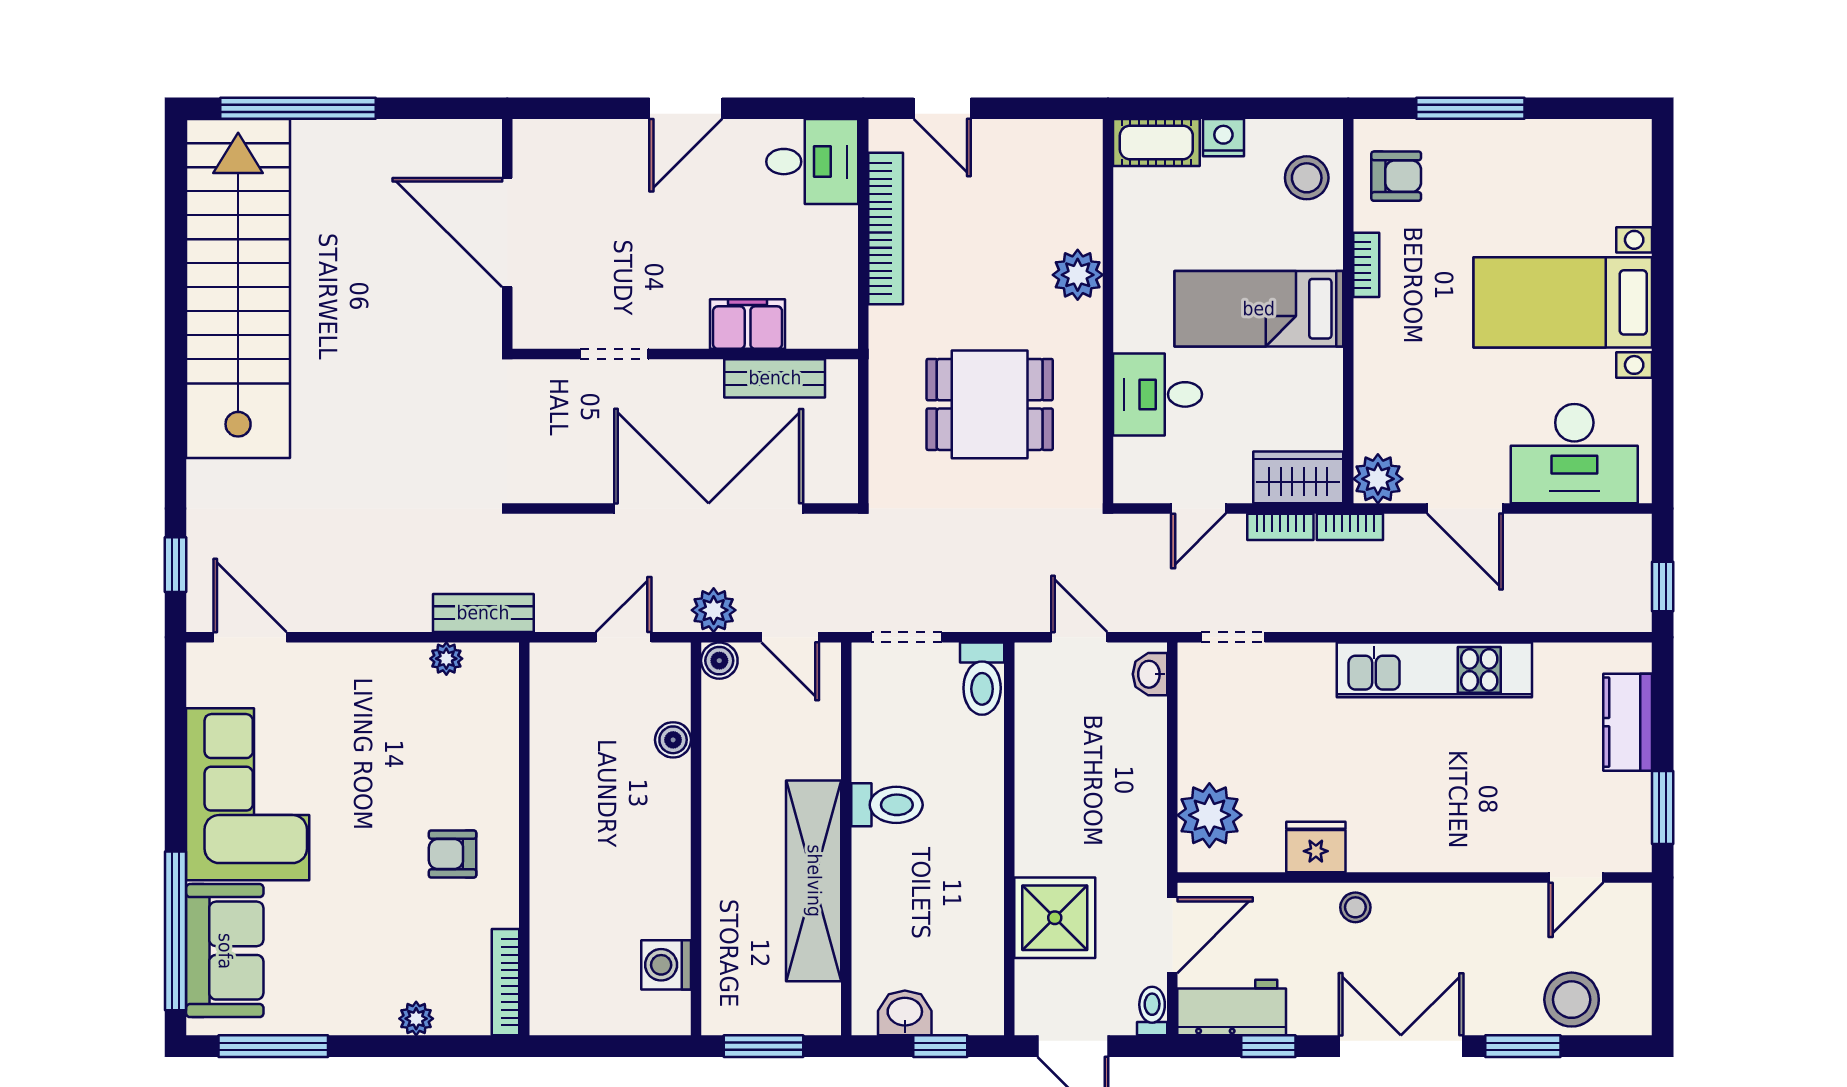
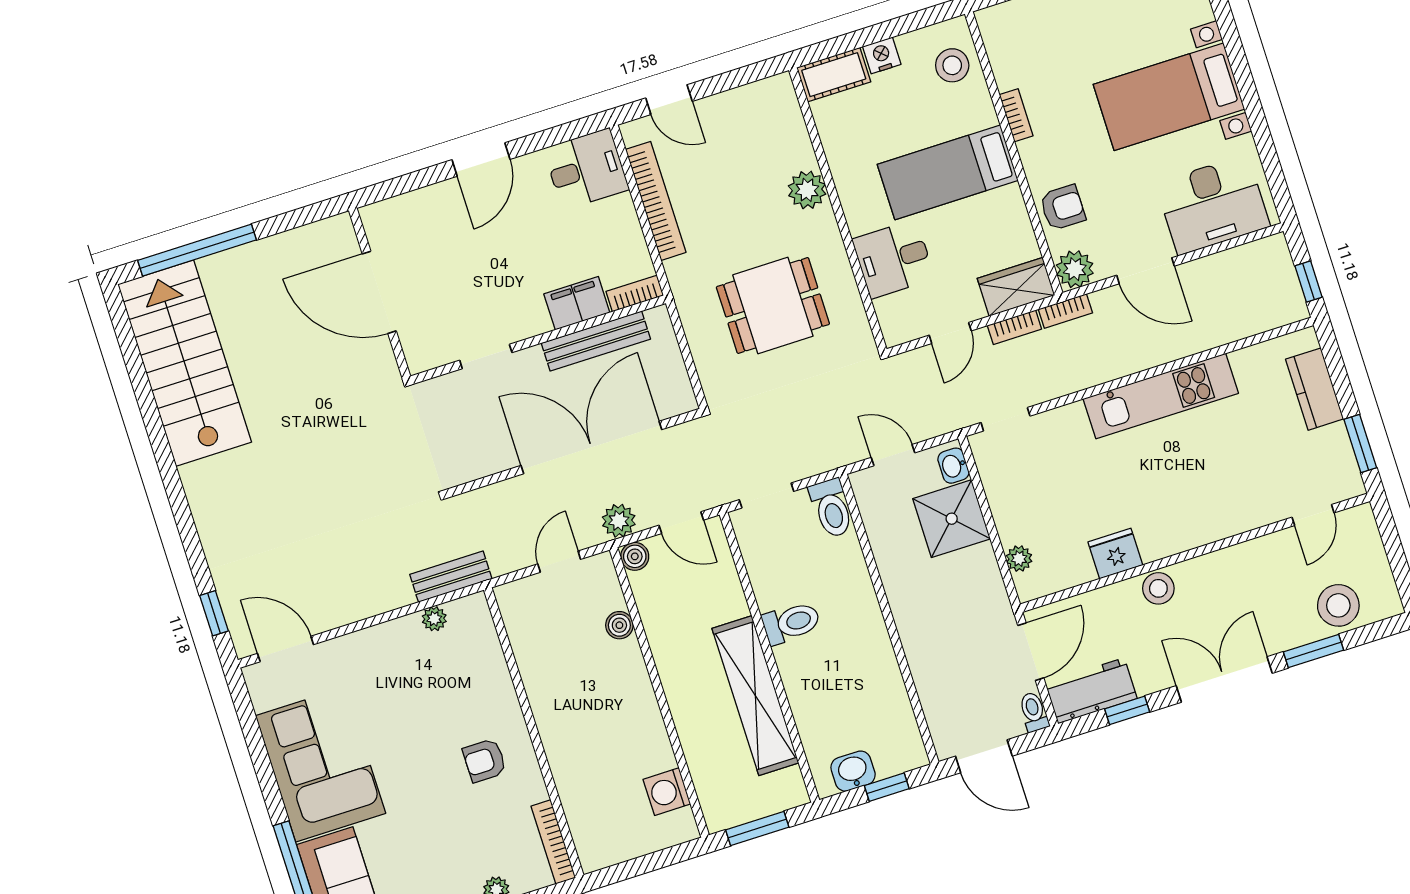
armchair: (1396, 176) -> (1063, 208), moved
stairs: (238, 289) -> (185, 363), width x0.73
bookcase: (823, 335) -> (635, 294), added
bench: (775, 378) -> (596, 341), width x1.36
plant: (1209, 815) -> (1019, 559), width x0.53, depth x0.53
stool: (1355, 907) -> (1158, 588), width x1.37, depth x1.37
shower: (1055, 918) -> (952, 519), moved

